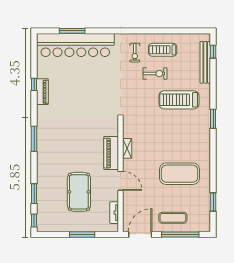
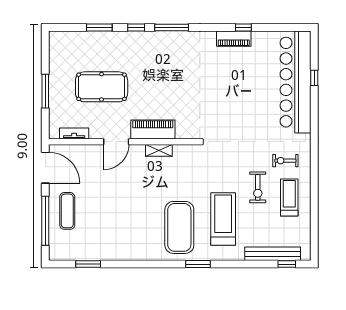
window: (72, 31) -> (314, 78), width x0.46
exercise mat: (179, 174) -> (179, 227), moved
window: (34, 220) -> (136, 28), moved

